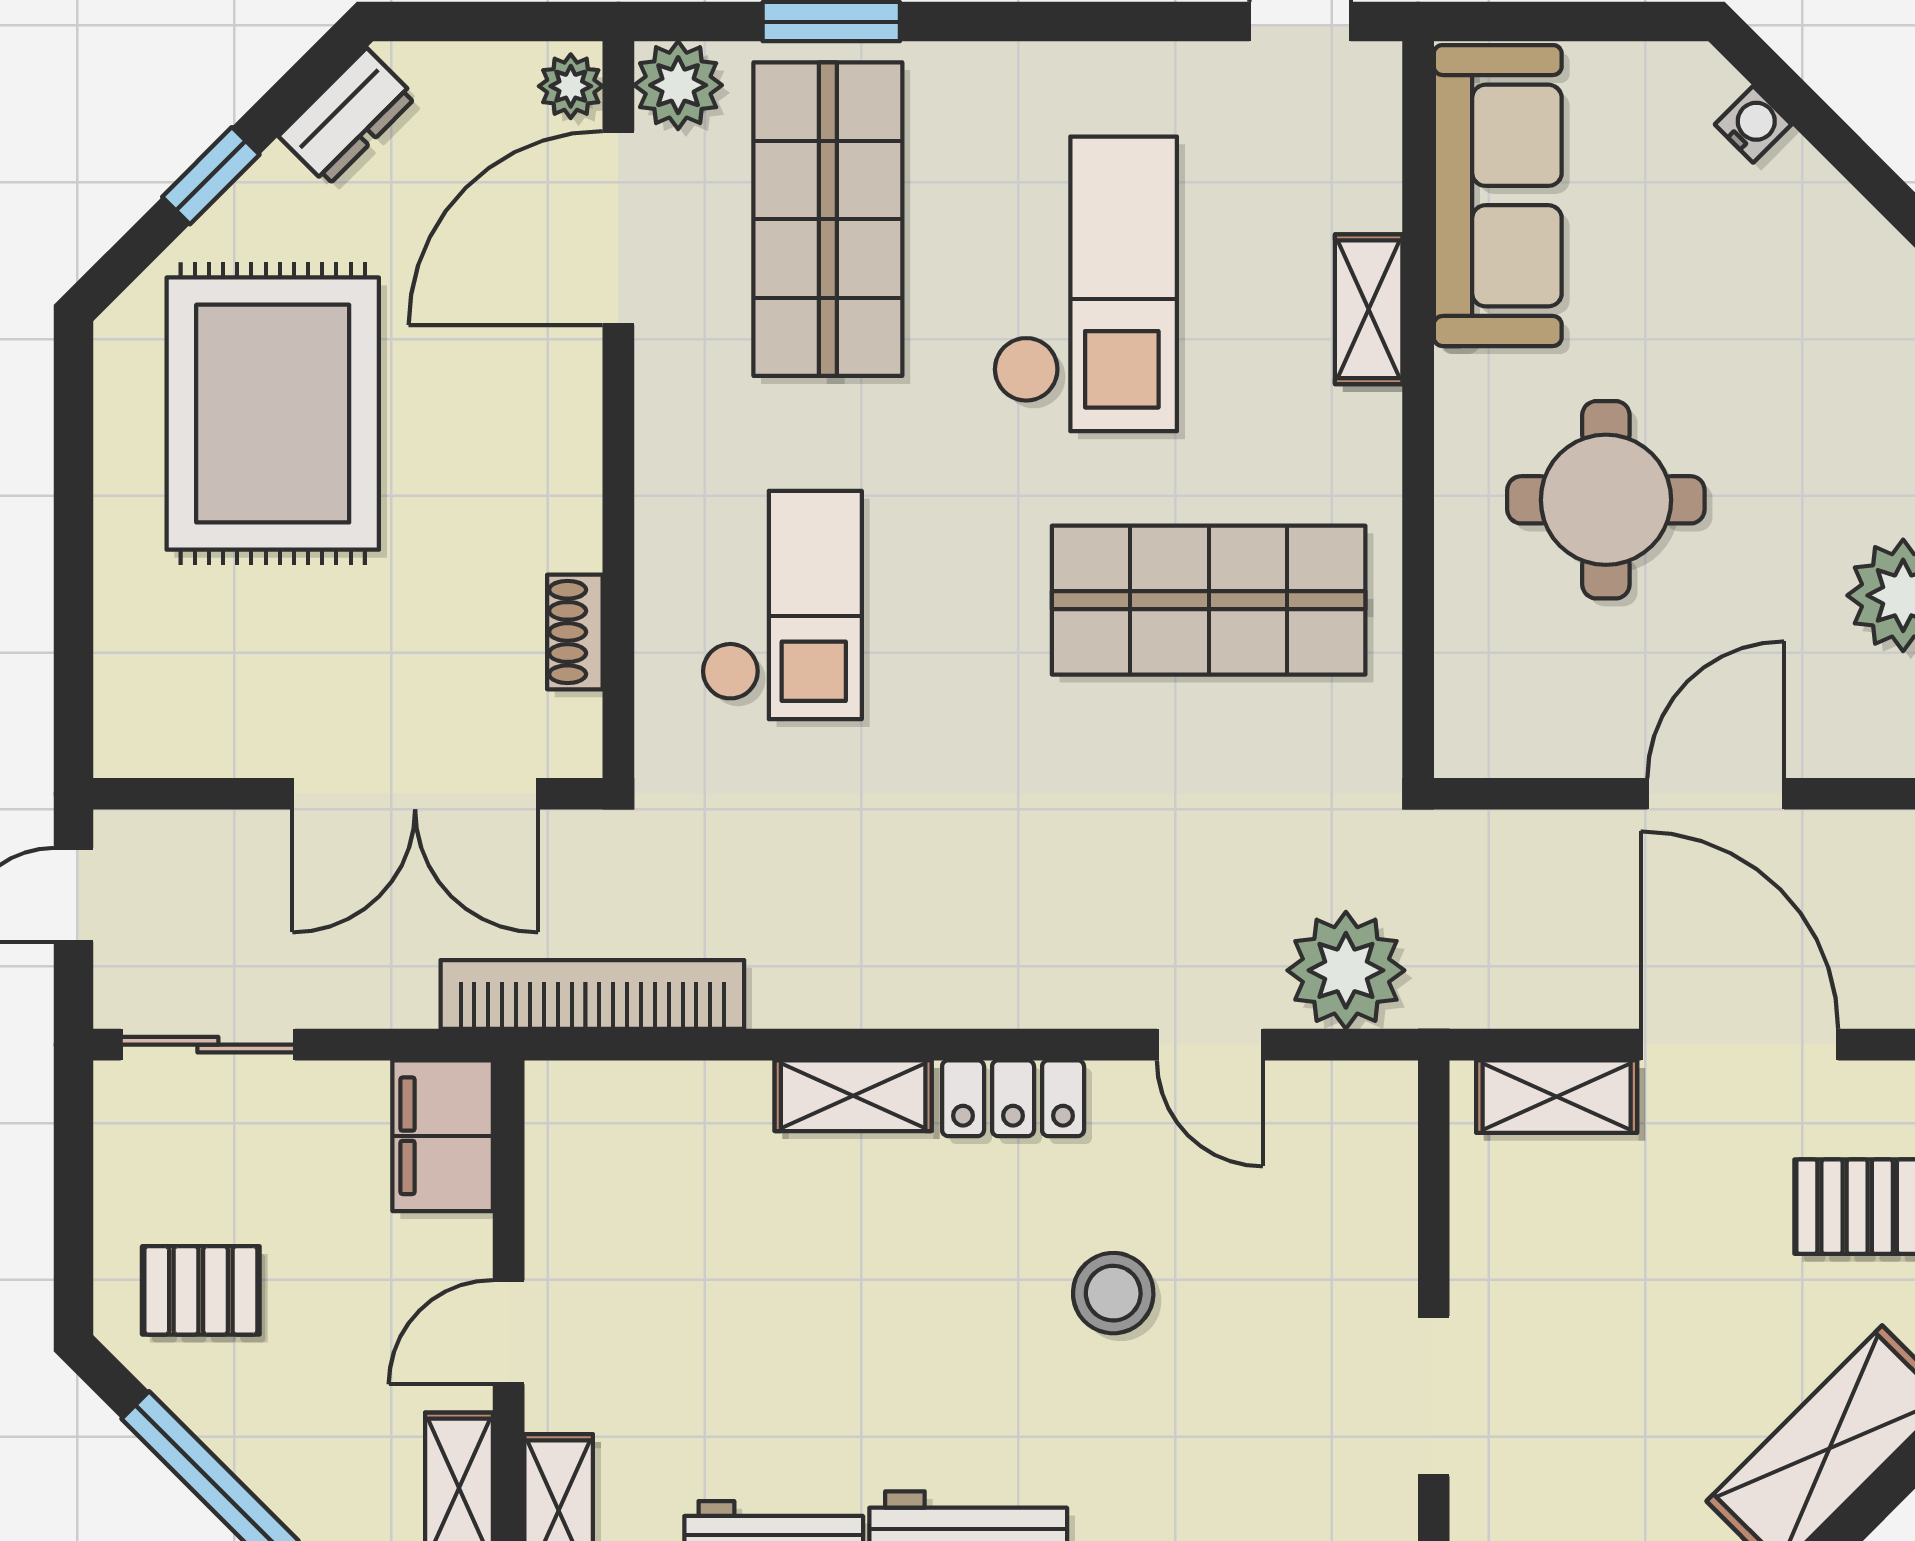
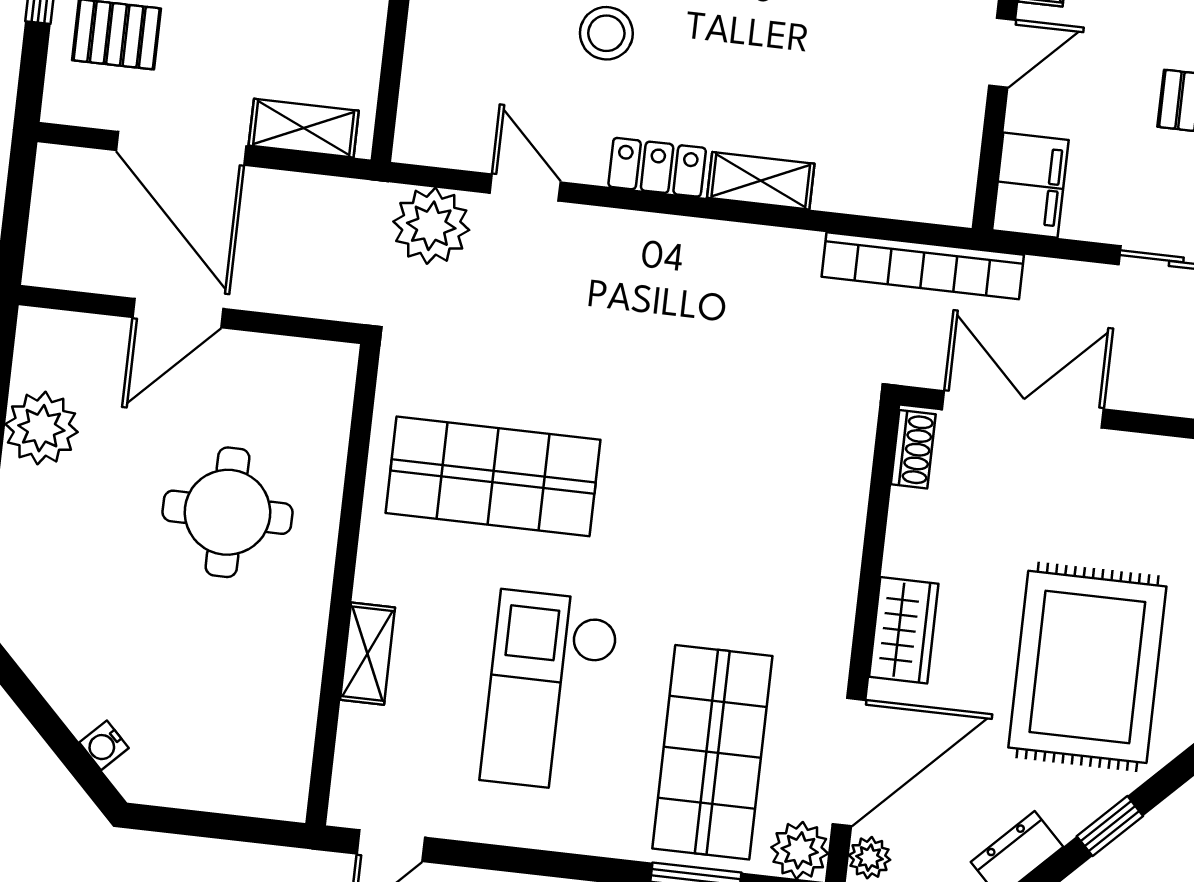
sofa: (1498, 196) -> (275, 718), removed
wardrobe: (558, 438) -> (904, 630), added
checkout: (782, 605) -> (771, 505), removed
shoe rack: (575, 632) -> (913, 449), moved

